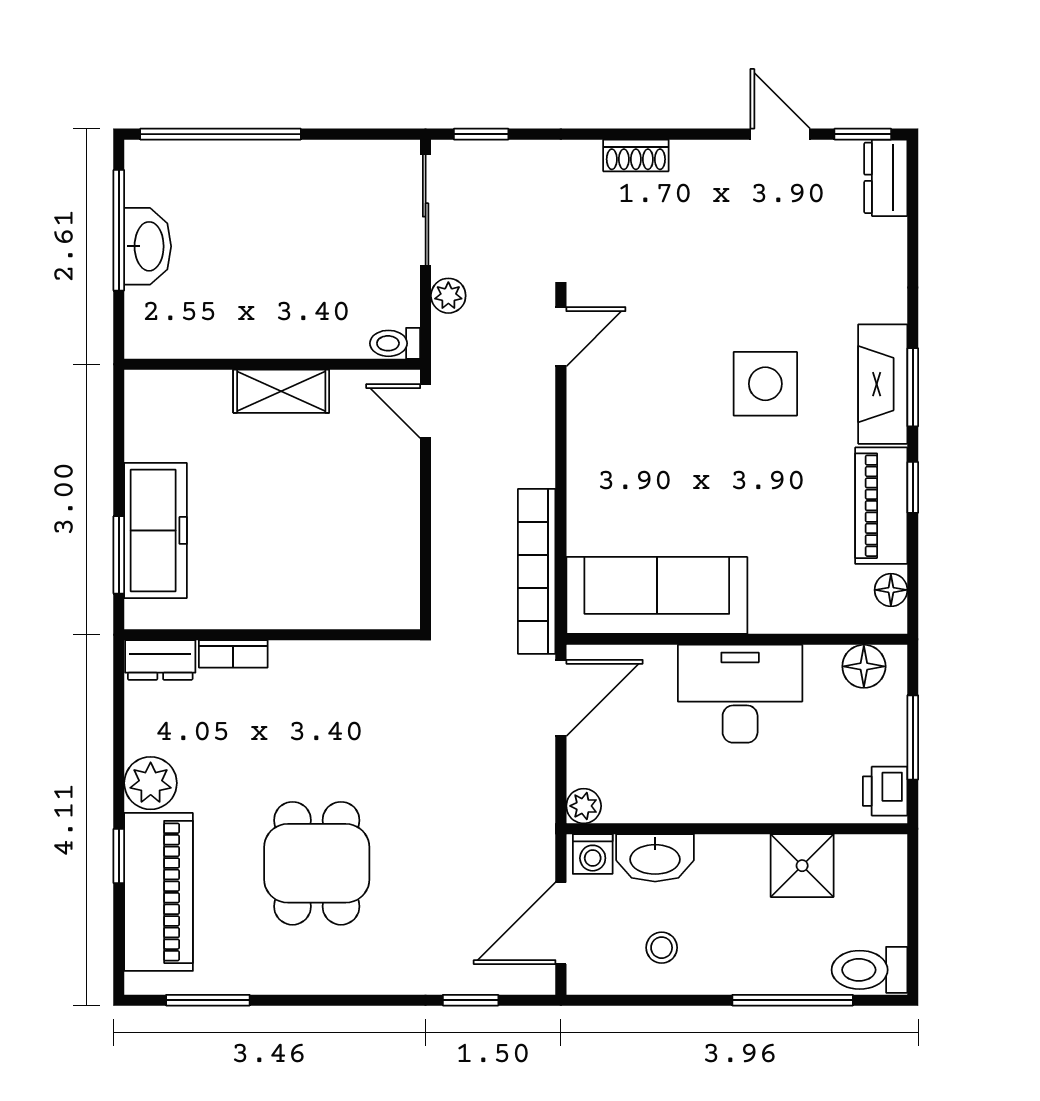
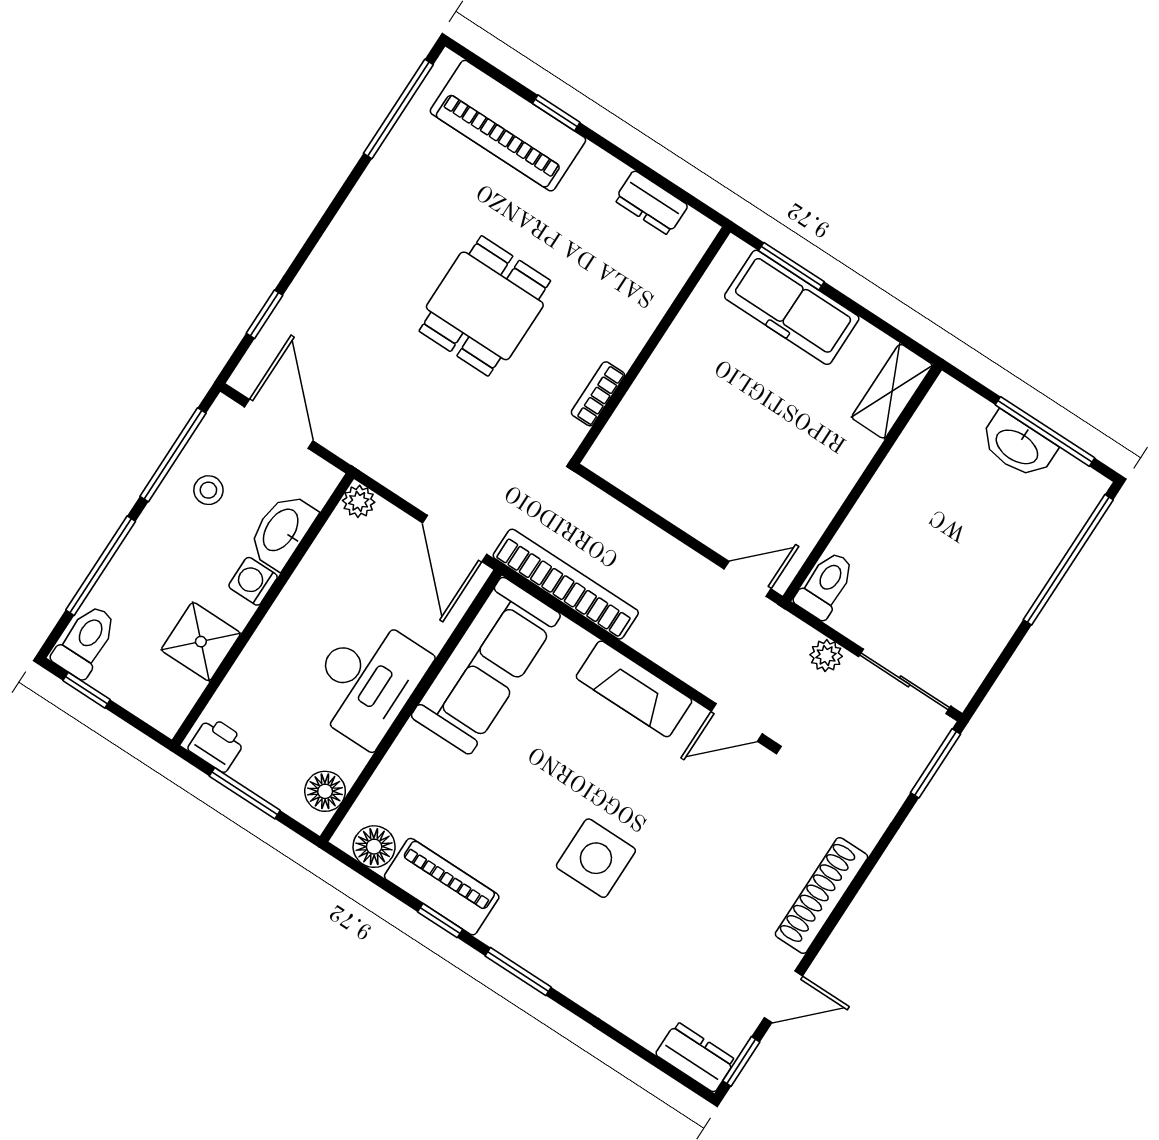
window: (481, 134) -> (936, 763), width x1.50
shoe rack: (636, 155) -> (822, 896), width x1.94, depth x1.24
door: (561, 337) -> (737, 722), hinge flipped
toilet: (395, 343) -> (825, 585), width x1.37, depth x1.39
fireplace: (883, 384) -> (634, 689), moved, turned 180
shelving: (281, 391) -> (892, 391), moved
floor lamp: (891, 590) -> (374, 847), width x1.37, depth x1.37
bookcase: (233, 654) -> (598, 394), moved
dresser: (160, 660) -> (651, 203), moved, turned -90
plant: (151, 783) -> (597, 175), removed
washing machine: (593, 854) -> (253, 581), moved
dining table: (317, 863) -> (485, 306), moved, turned 90
window: (913, 940) -> (87, 690), added
window: (208, 1000) -> (398, 109), width x1.44
window: (651, 1000) -> (173, 455), added

